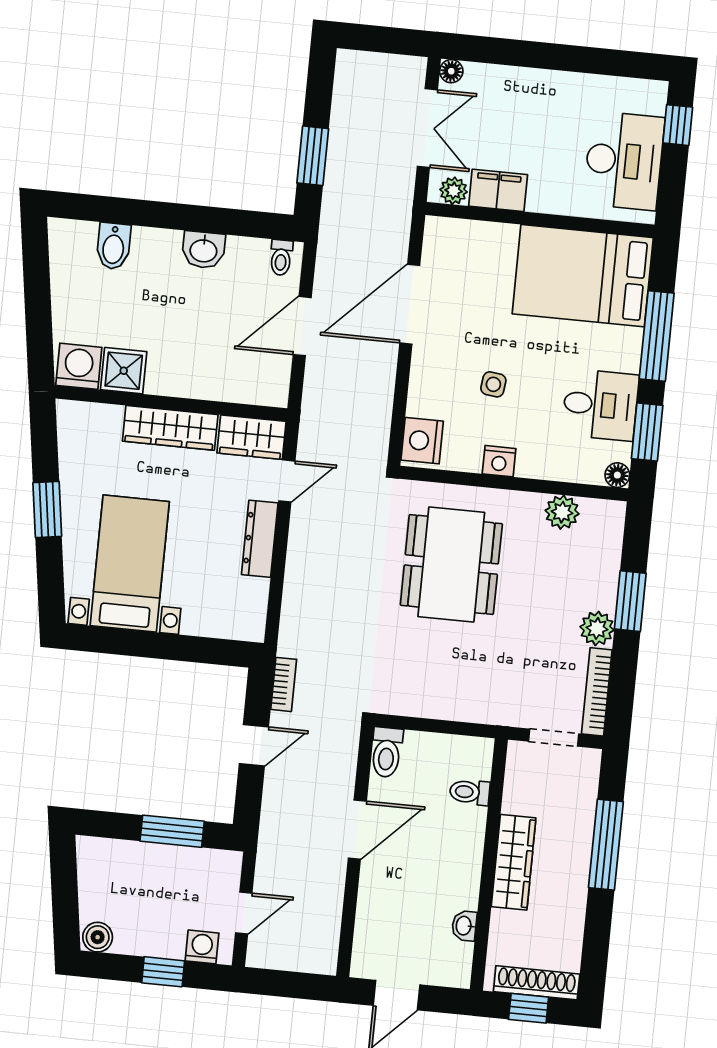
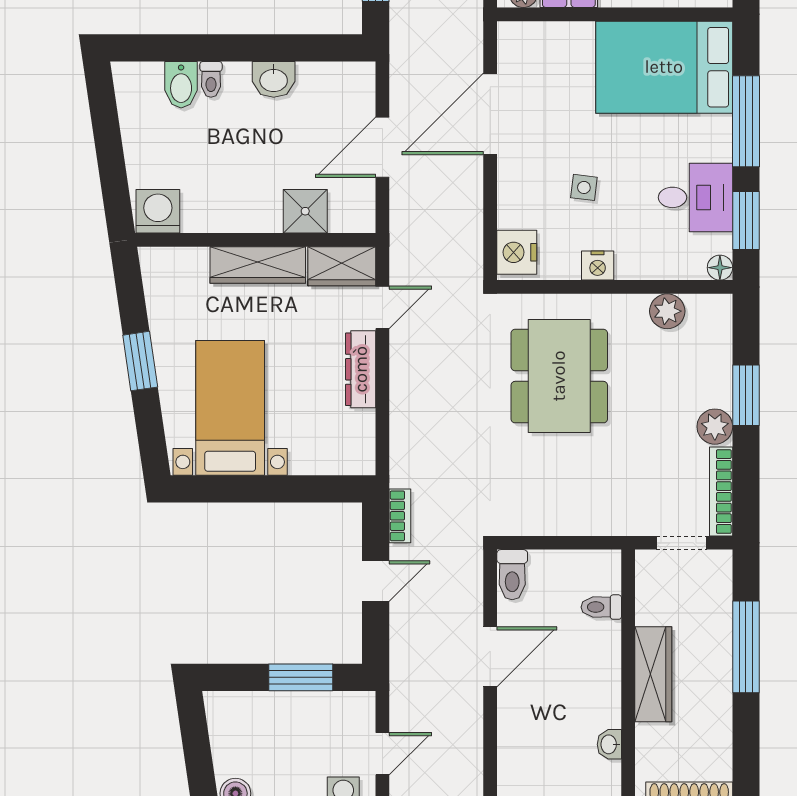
toilet: (281, 258) -> (211, 79), moved
shower: (124, 371) -> (305, 211), moved

